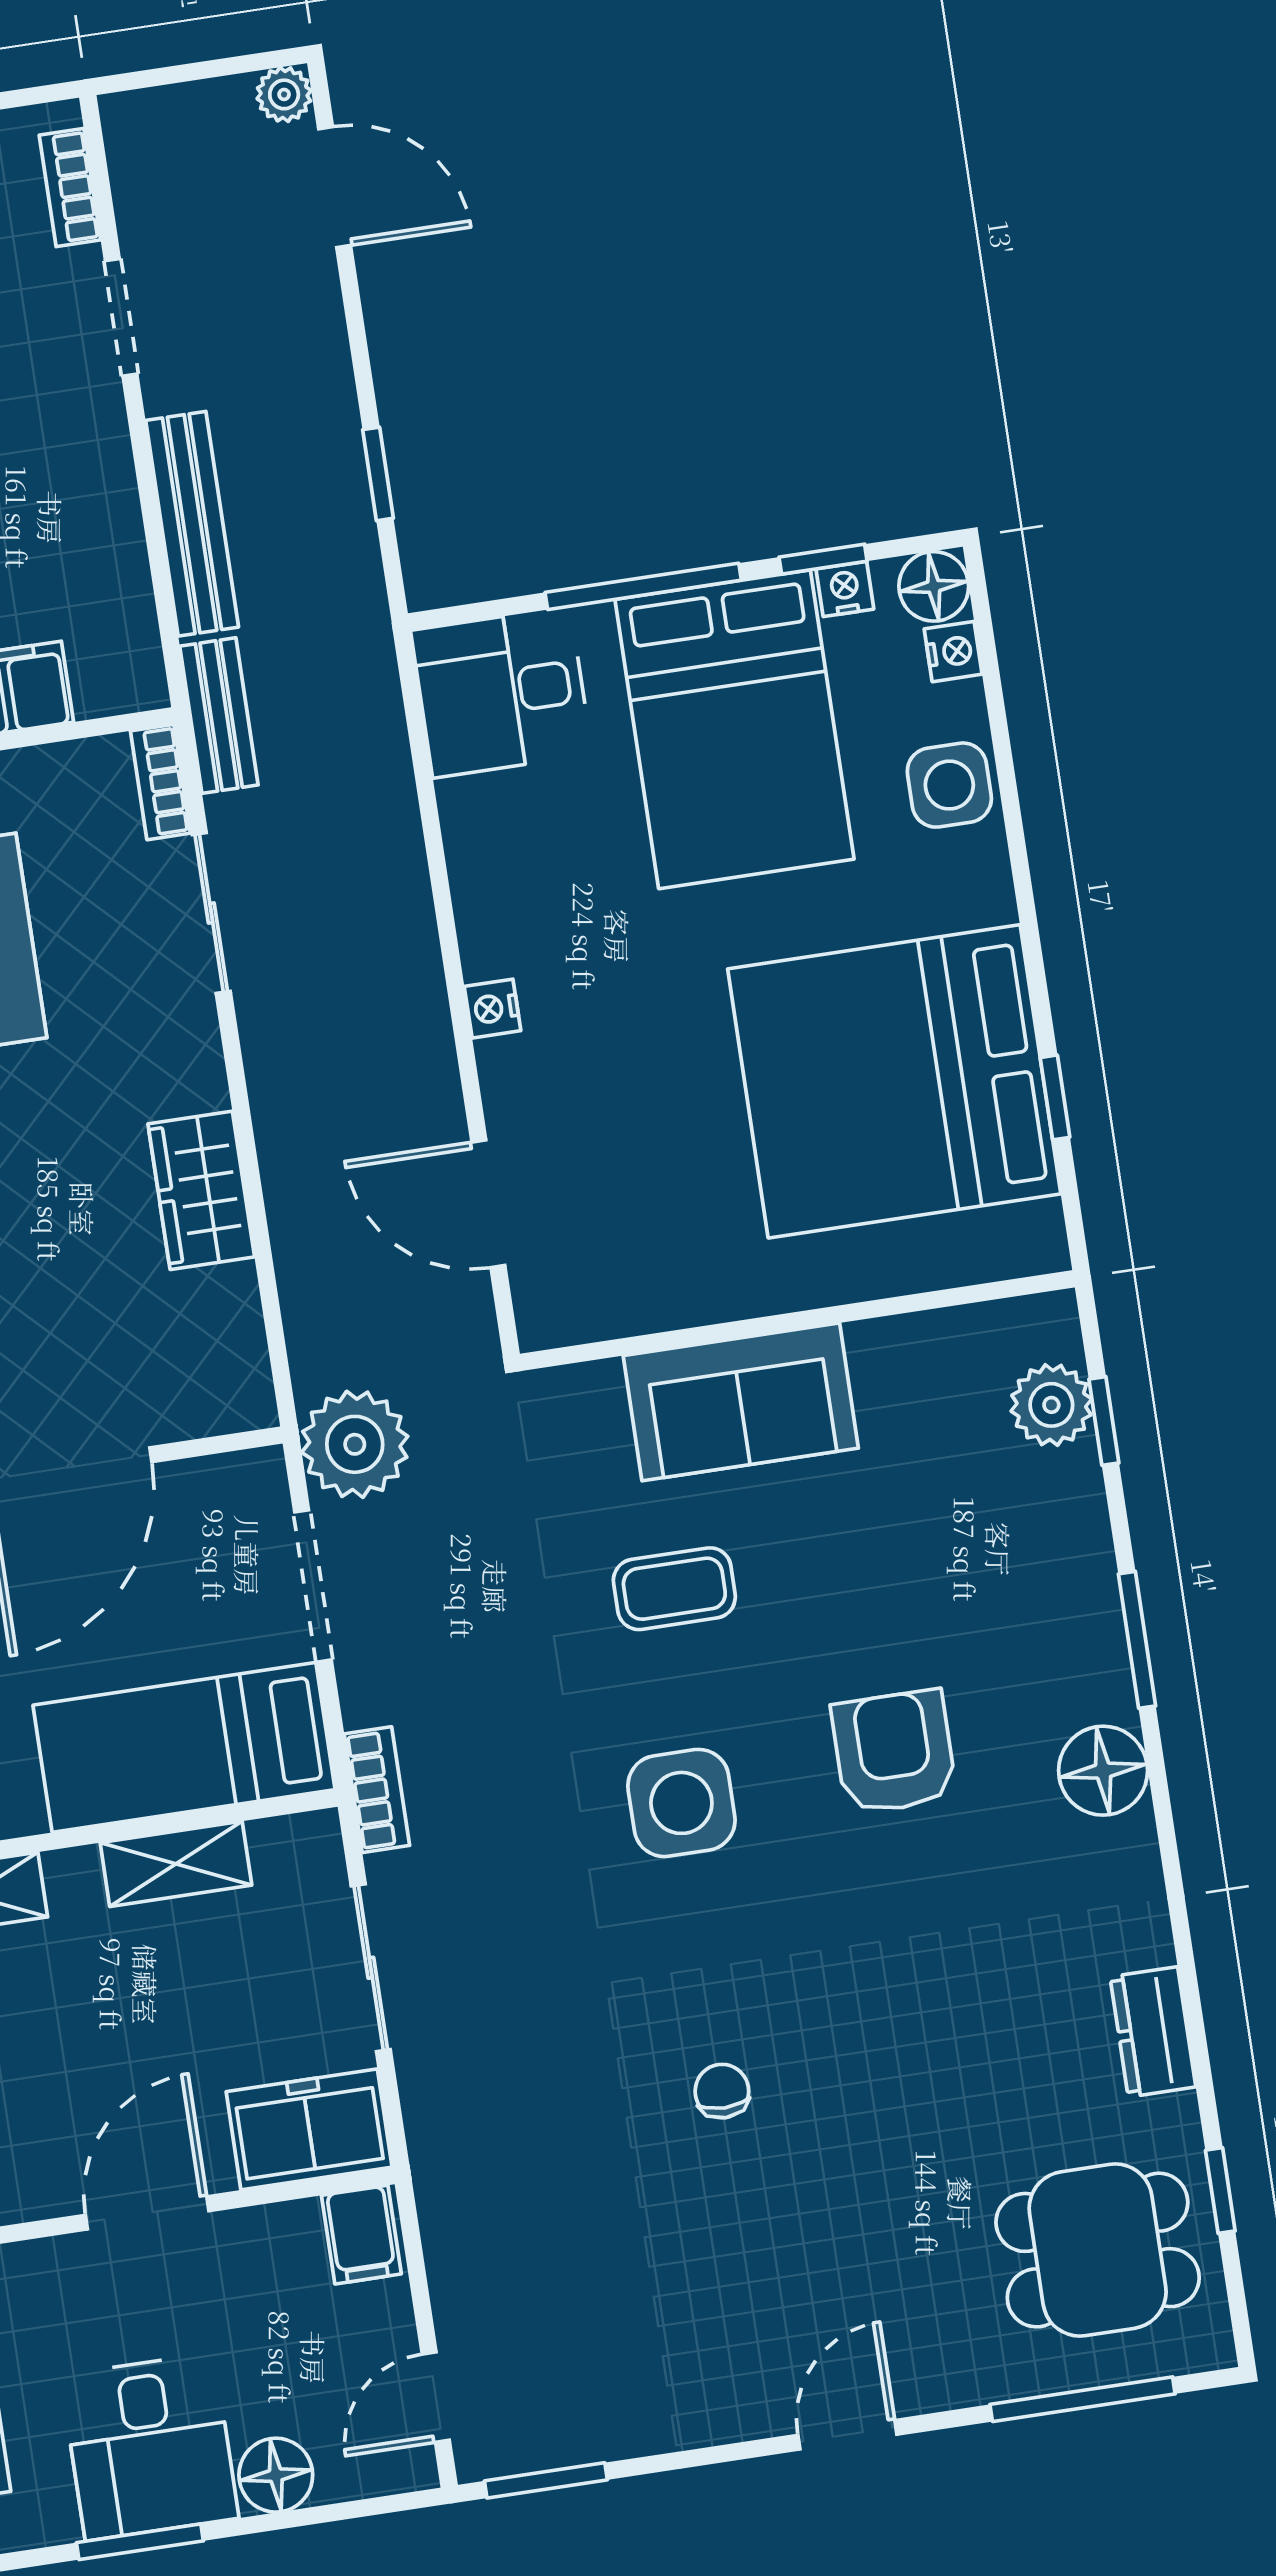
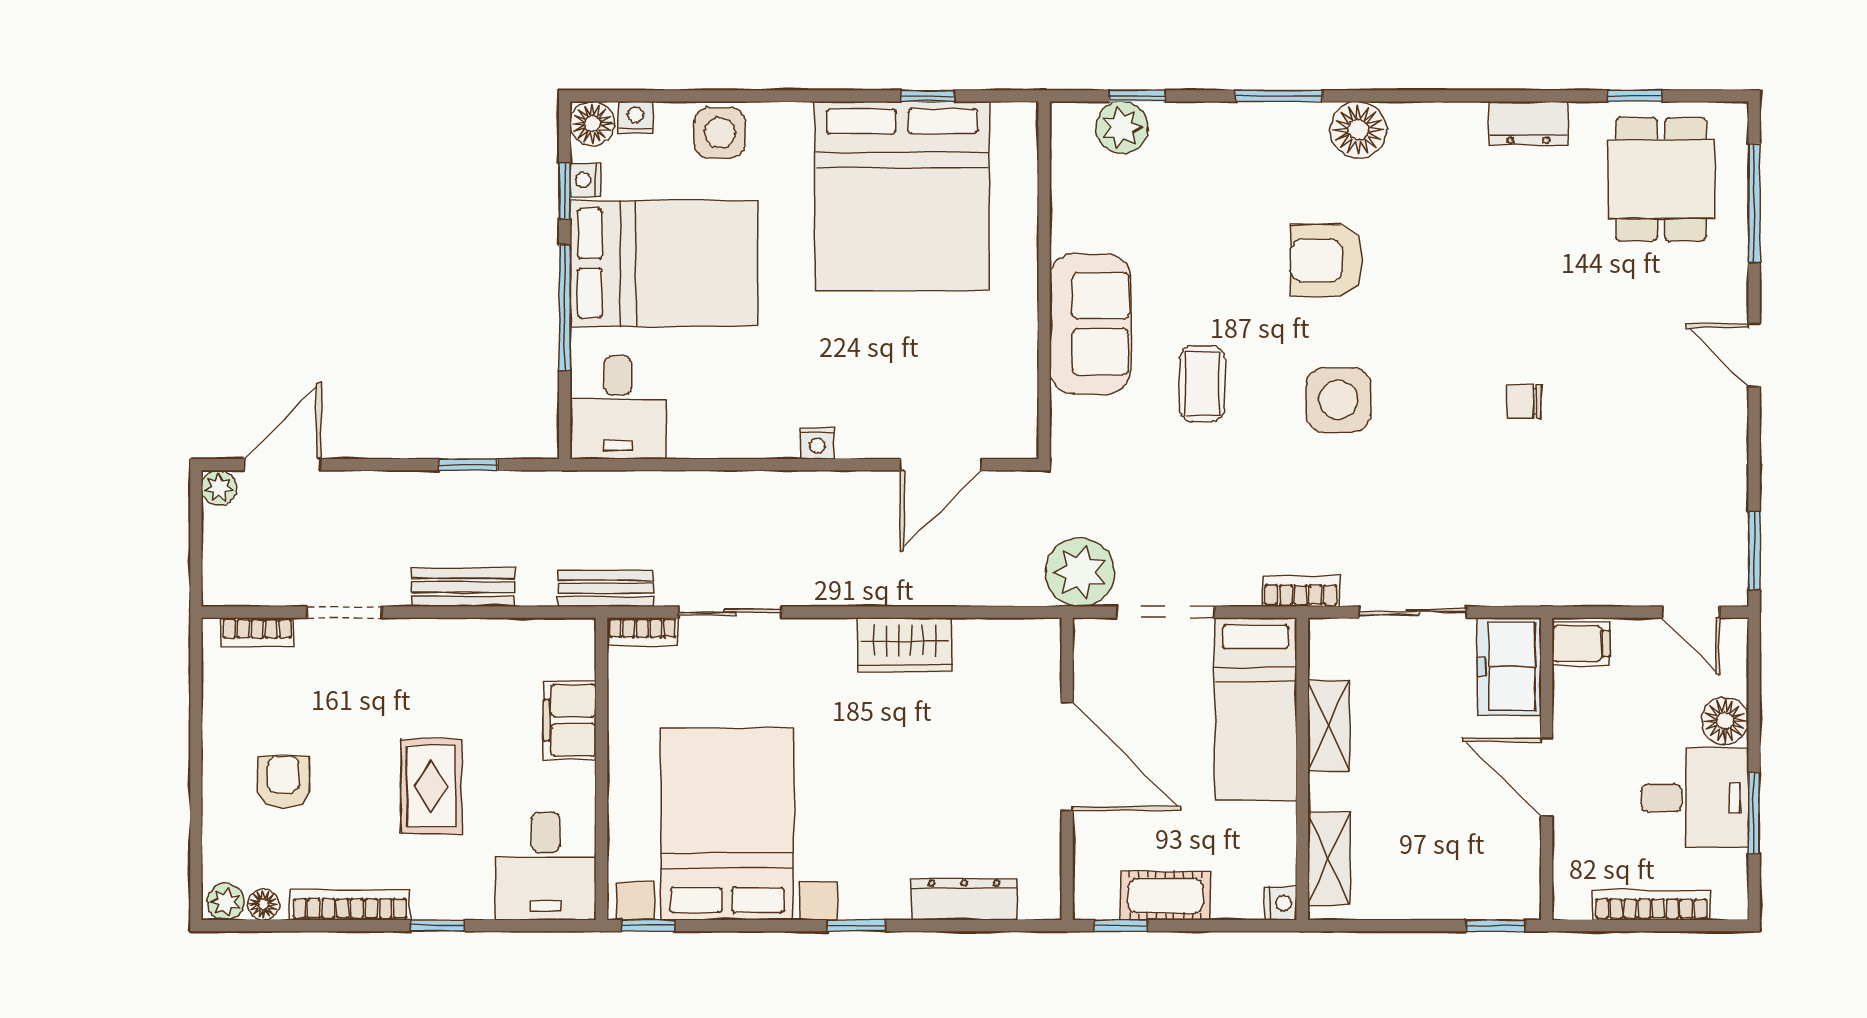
bench: (192, 524) -> (463, 587), width x0.73

